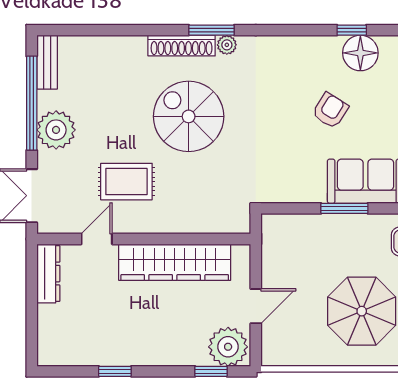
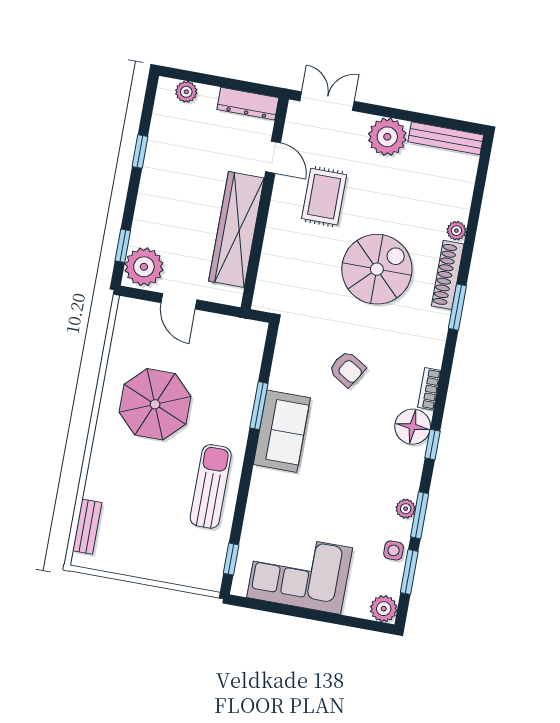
bookcase: (297, 43) -> (429, 389), added
plant: (227, 45) -> (456, 231), moved
floor lamp: (360, 53) -> (413, 427), moved
bench: (47, 62) -> (446, 138), width x1.36
window: (32, 103) -> (418, 118), removed
armchair: (330, 110) -> (347, 369), moved
plant: (48, 336) -> (186, 92), added

